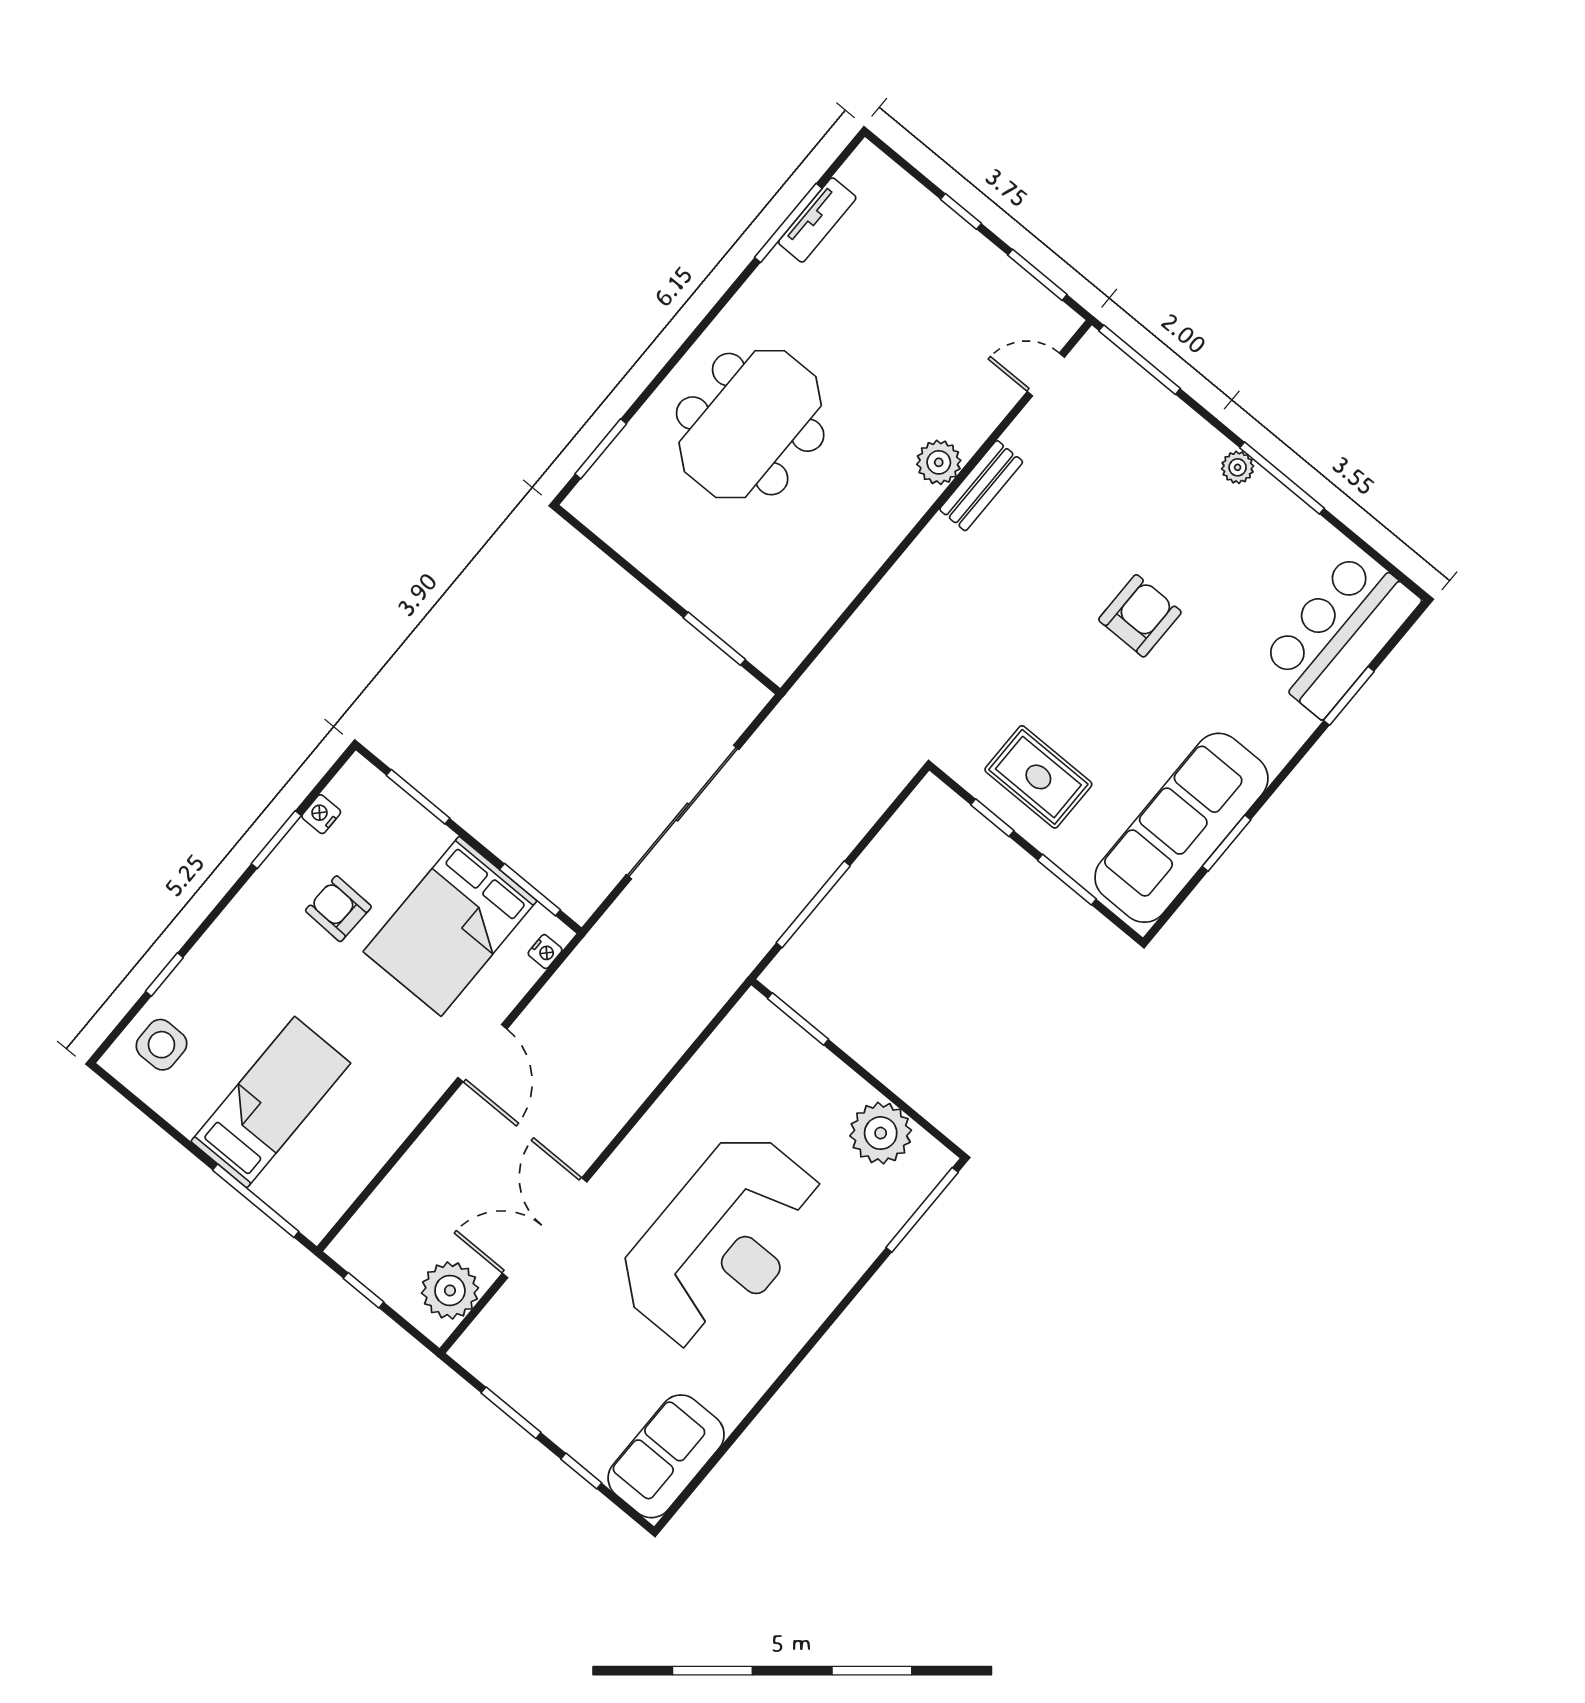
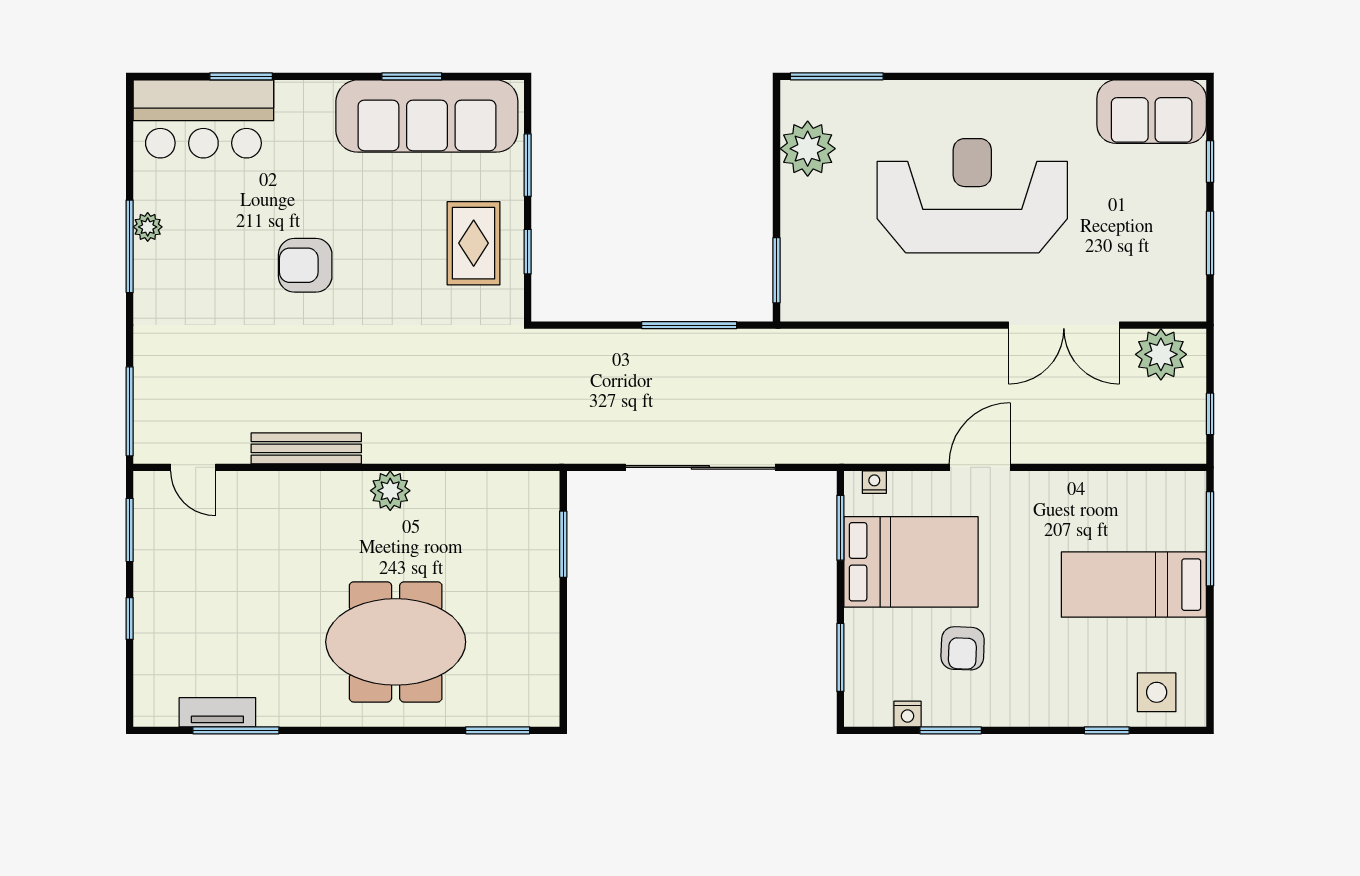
plant: (939, 462) -> (390, 491), moved
plant: (1238, 467) -> (148, 227), moved
bench: (981, 486) -> (306, 448), width x1.36

